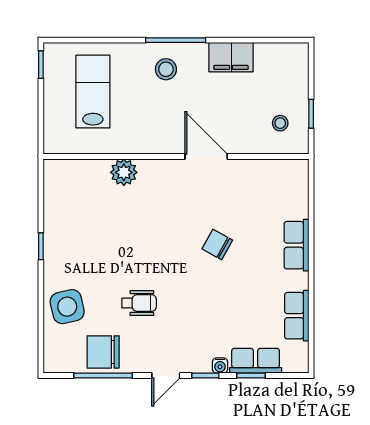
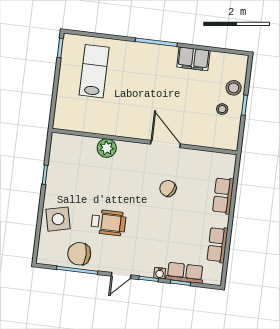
stool: (166, 69) -> (234, 88), moved
wall: (176, 157) -> (144, 141), moved
door: (206, 157) -> (165, 144), moved
plant: (124, 172) -> (107, 148), moved
wheelchair: (139, 303) -> (108, 223), width x1.36, depth x1.37

